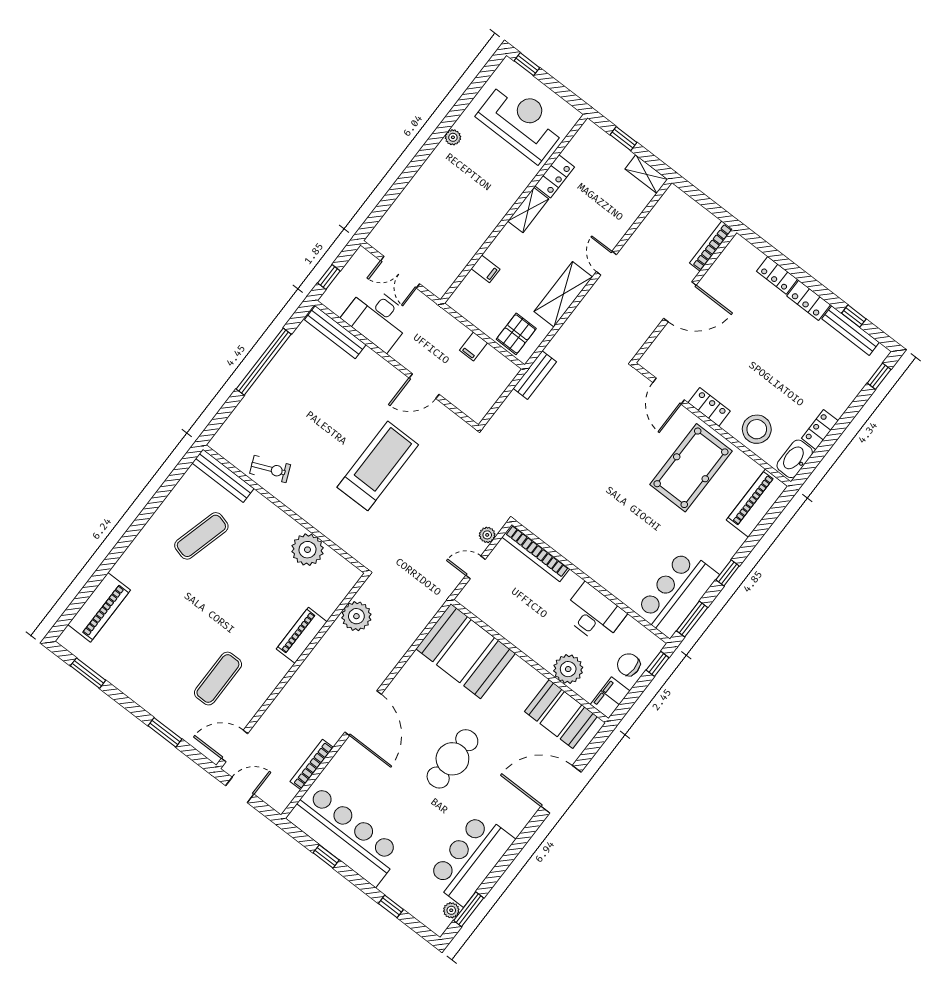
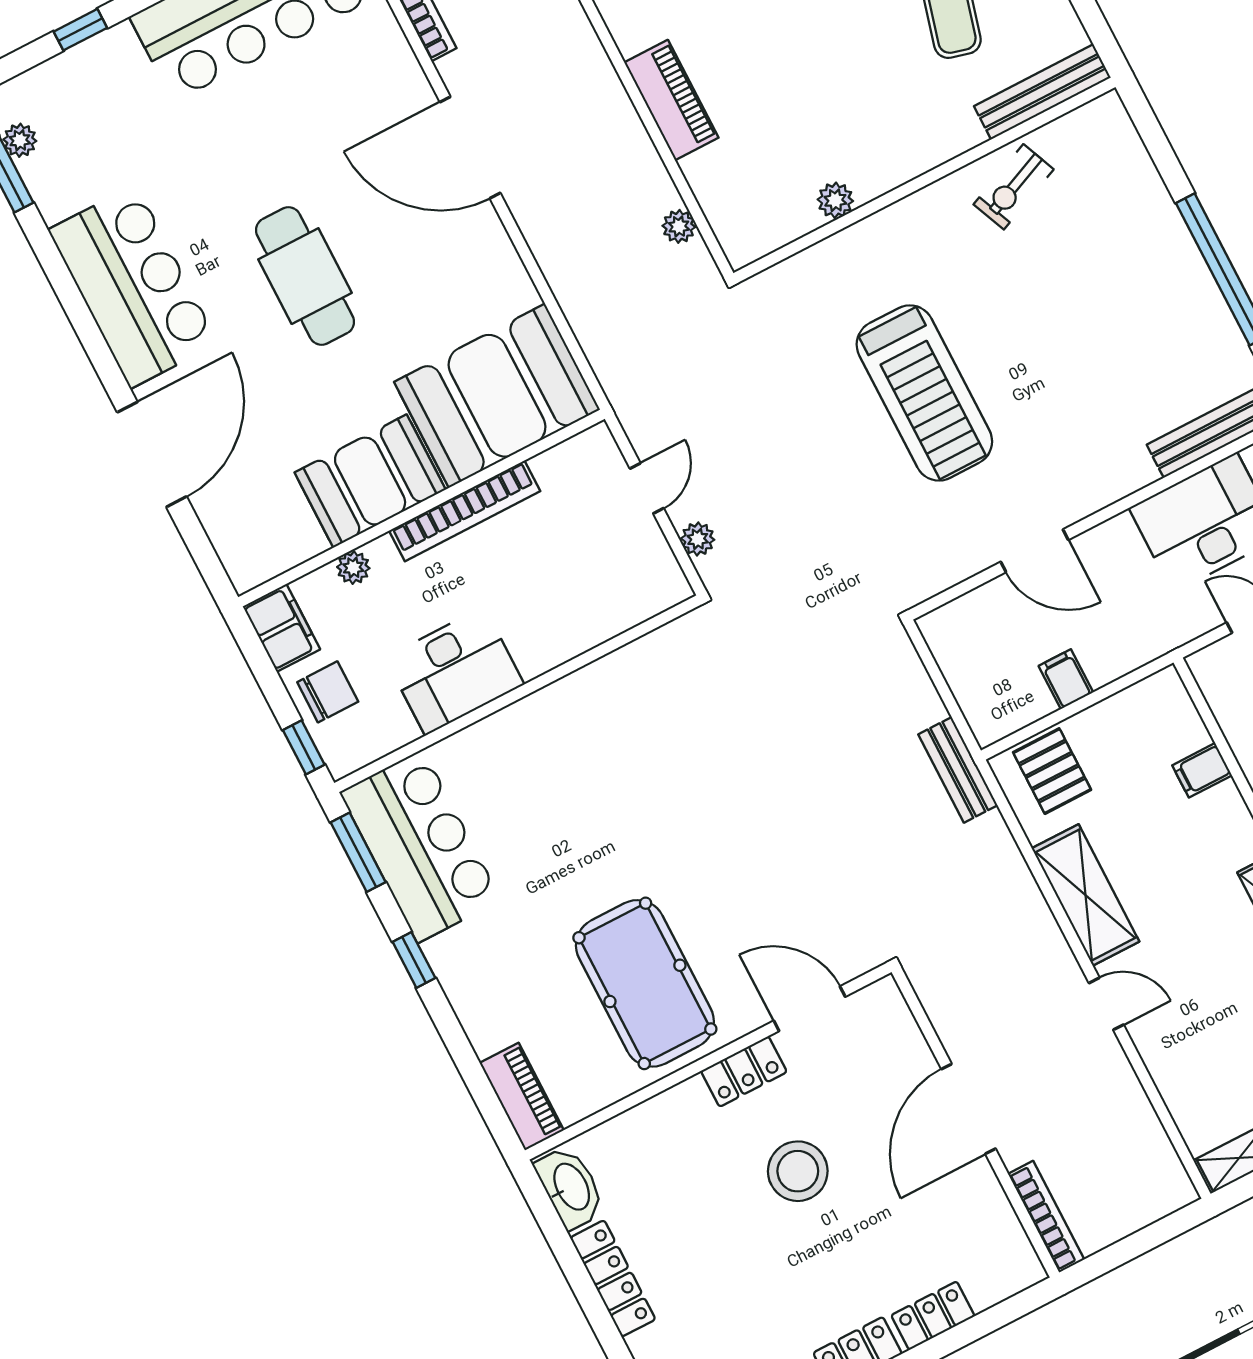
door: (424, 386) -> (1034, 551), swing flipped
stool: (757, 429) -> (798, 1171), moved
locker: (820, 430) -> (613, 1278), width x1.53
piano: (757, 503) -> (522, 1097), width x0.73, depth x0.75
plant: (307, 550) -> (835, 200), width x0.53, depth x0.53
bookcase: (536, 553) -> (465, 511), moved, turned 180
plant: (356, 616) -> (679, 226), width x0.53, depth x0.53
plant: (568, 669) -> (353, 568), width x0.53, depth x0.53
booth: (561, 714) -> (370, 481), moved
bar counter: (471, 859) -> (133, 287), moved

